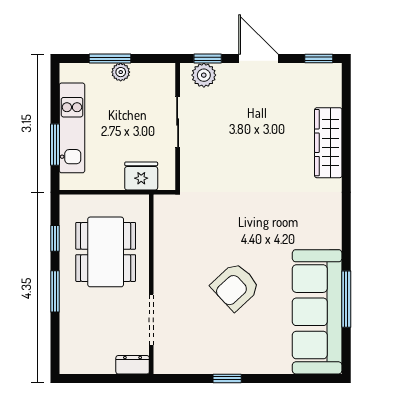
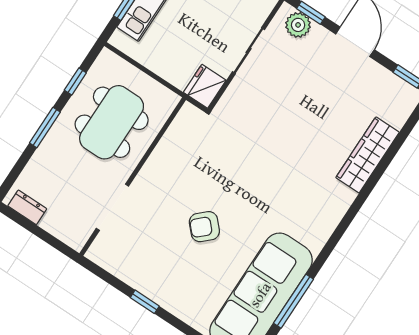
fridge: (141, 176) -> (205, 86), moved, turned -90
armchair: (235, 287) -> (204, 227), width x0.72, depth x0.72
dresser: (133, 365) -> (27, 207), moved

